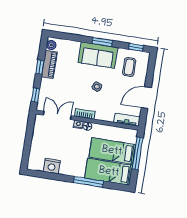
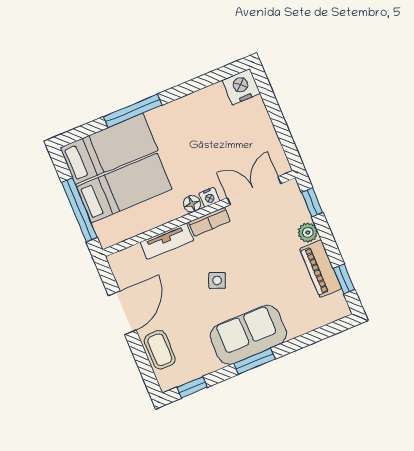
plant: (51, 45) -> (308, 232), moved
window: (40, 67) -> (344, 279), moved
coffee table: (129, 67) -> (160, 350), moved
double door: (57, 115) -> (254, 191), swing flipped
tv unit: (127, 120) -> (167, 241), moved
nightstand: (52, 166) -> (241, 87), moved

